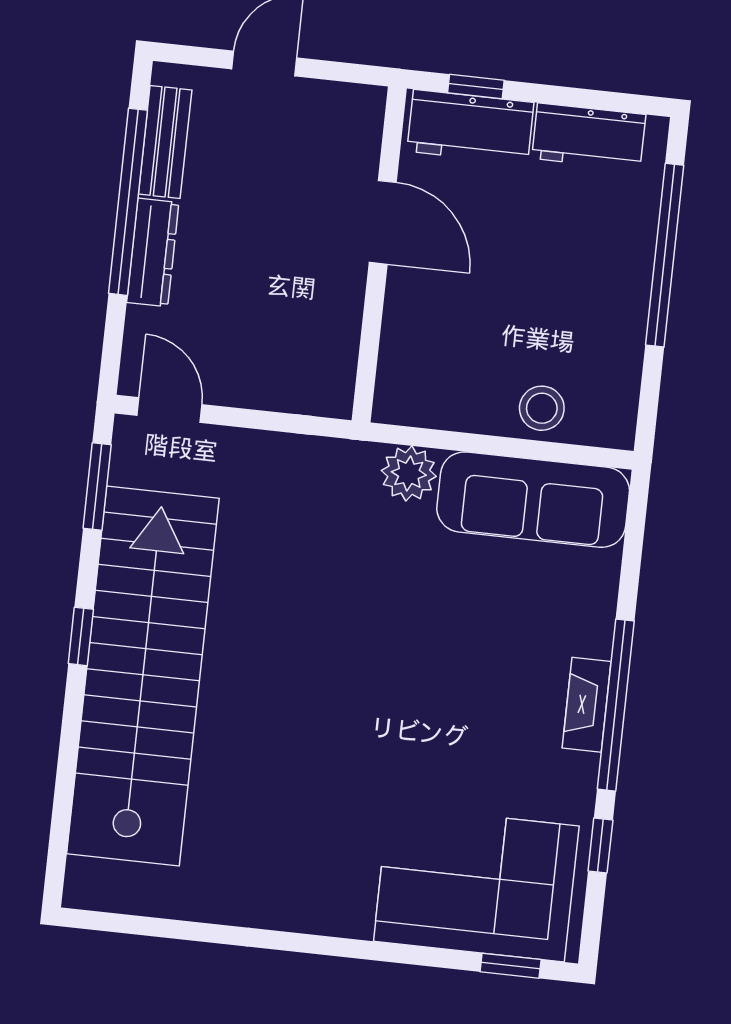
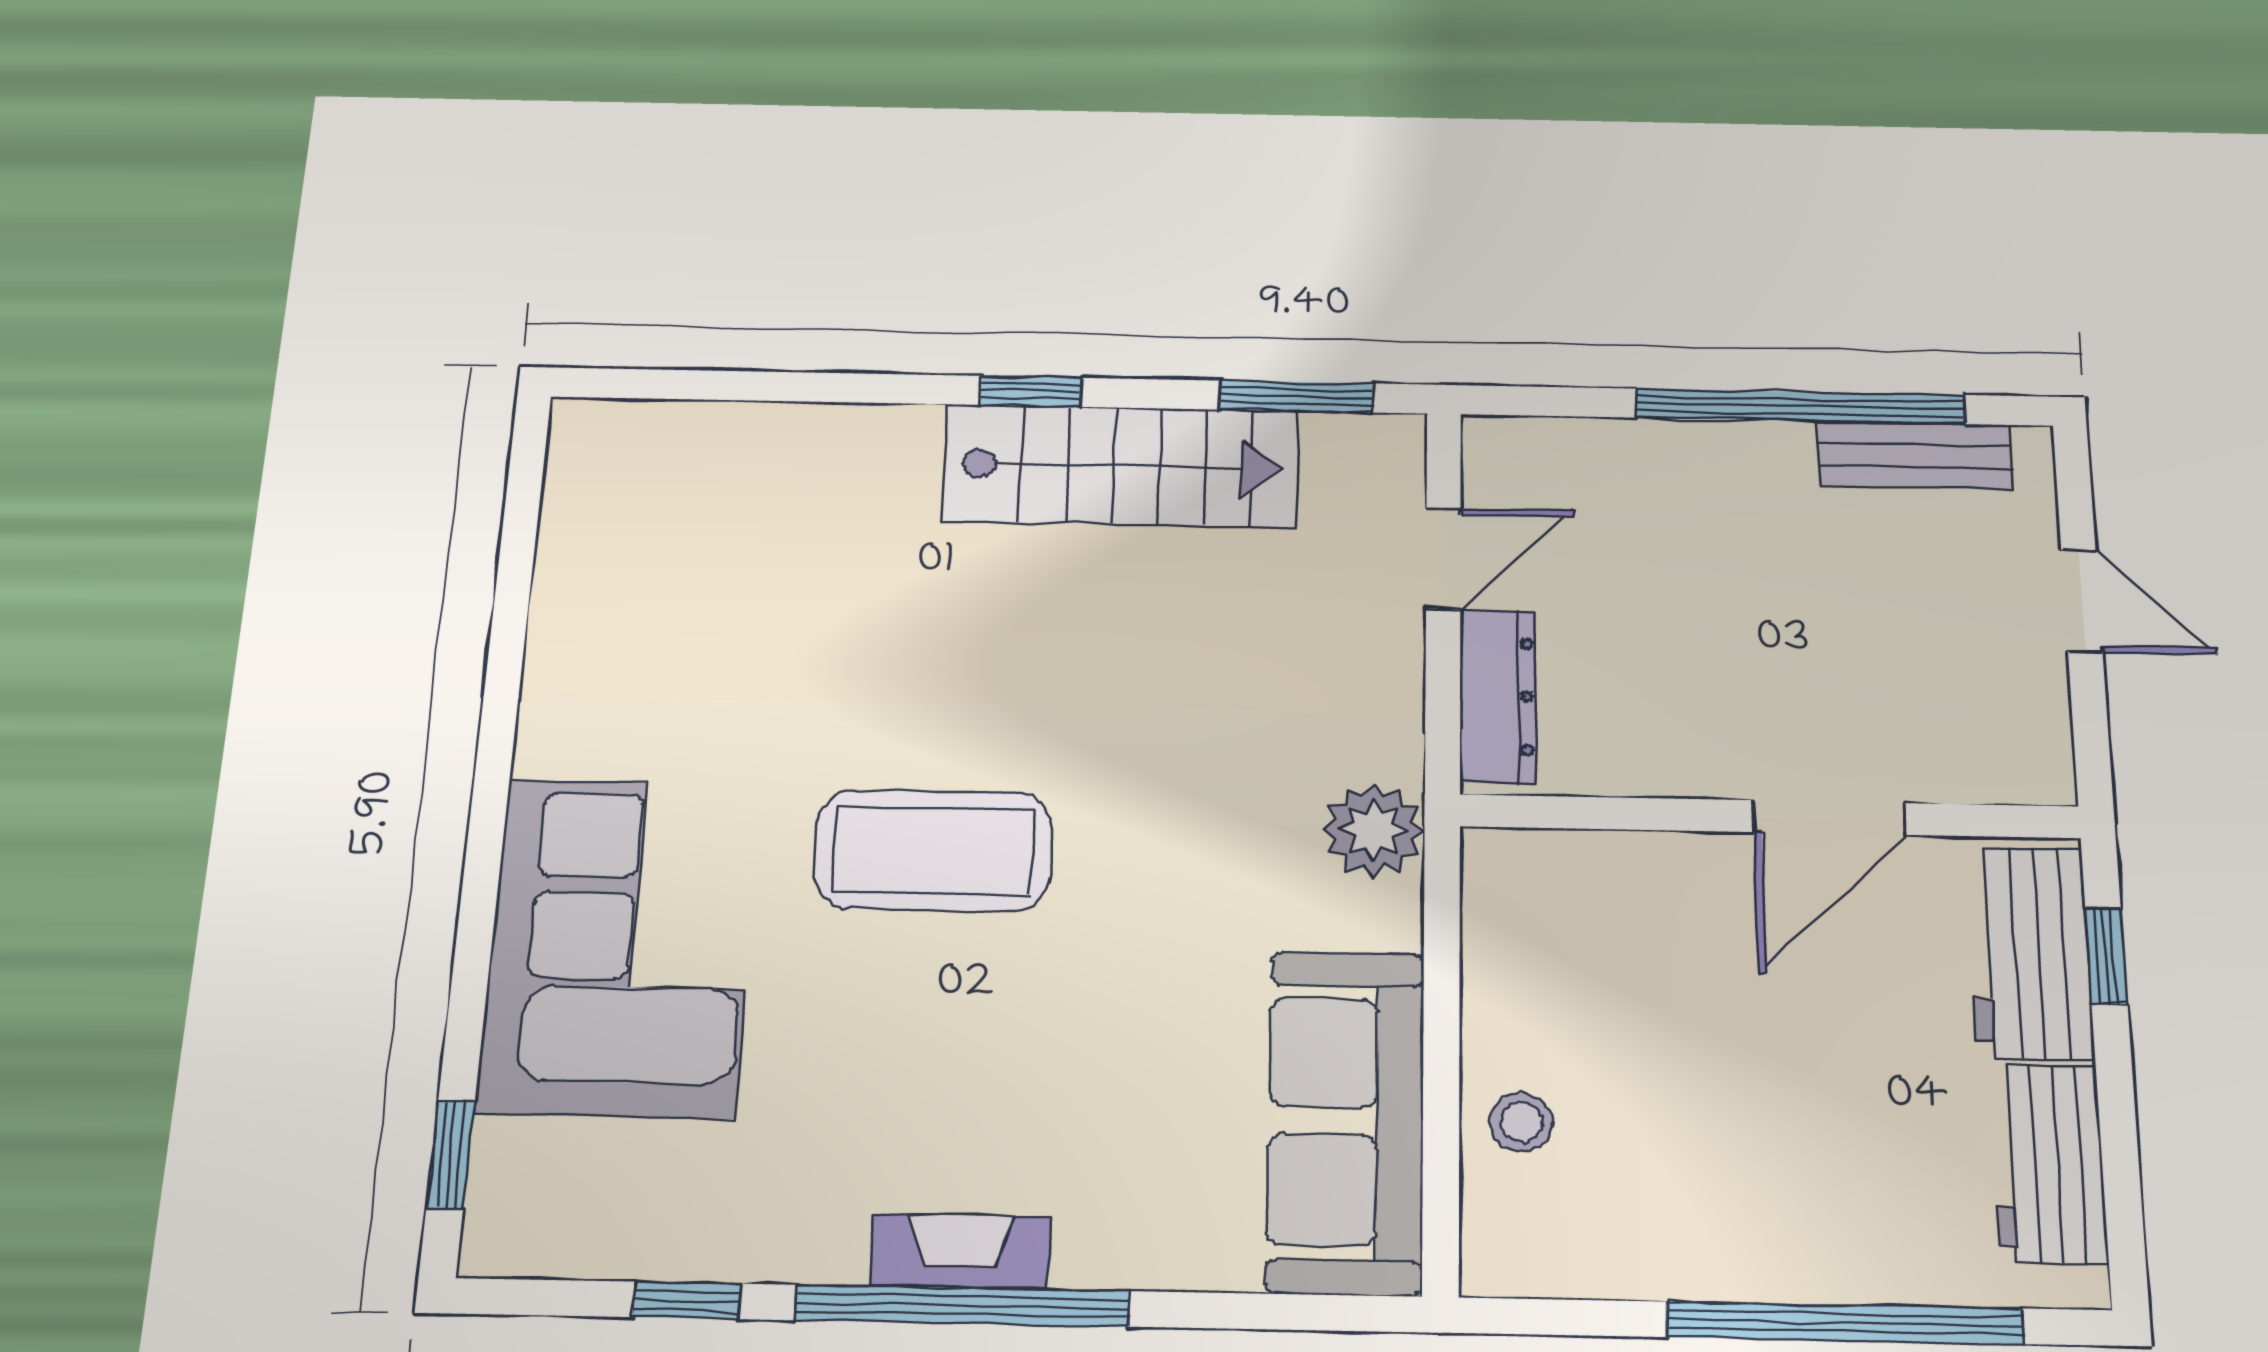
dresser: (153, 252) -> (1498, 696), moved, turned -90
stool: (542, 408) -> (1521, 1122), width x0.73, depth x0.73
door: (169, 410) -> (1443, 558), moved
plant: (409, 473) -> (1373, 830), moved
stairs: (143, 676) -> (1121, 466), width x0.54, depth x0.66
coffee table: (360, 707) -> (933, 850), added
corner sofa: (476, 884) -> (620, 947), moved

